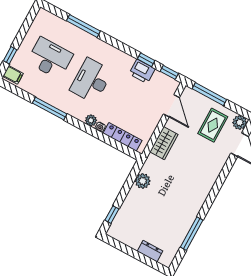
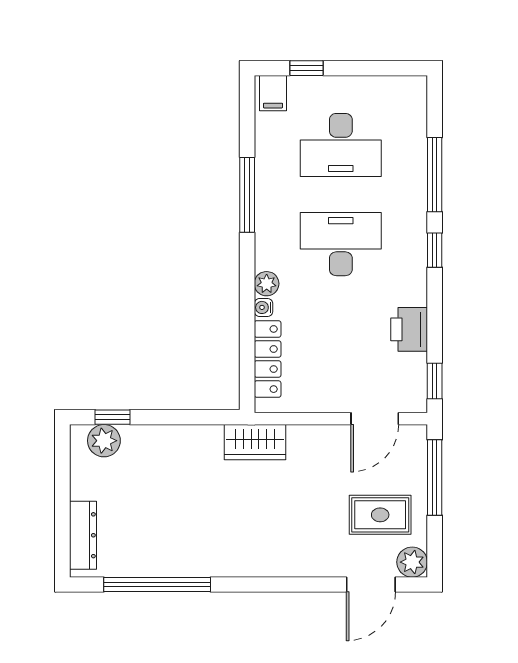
desk: (50, 58) -> (341, 145), turned 90
window: (146, 60) -> (435, 250), moved
wardrobe: (164, 143) -> (255, 442), moved
plant: (143, 181) -> (104, 441), moved
window: (192, 234) -> (157, 585), width x1.46
dresser: (150, 251) -> (83, 535), width x1.44

